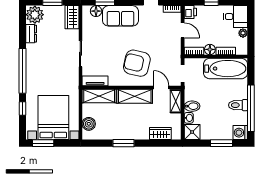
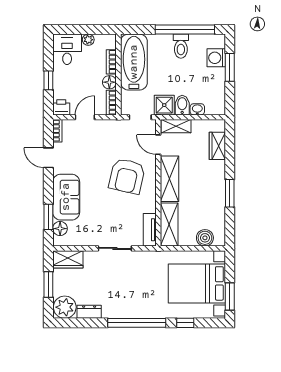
door: (161, 88) -> (158, 145), hinge flipped
shower: (192, 132) -> (164, 105), moved
washing machine: (240, 133) -> (216, 58), moved, turned 90

